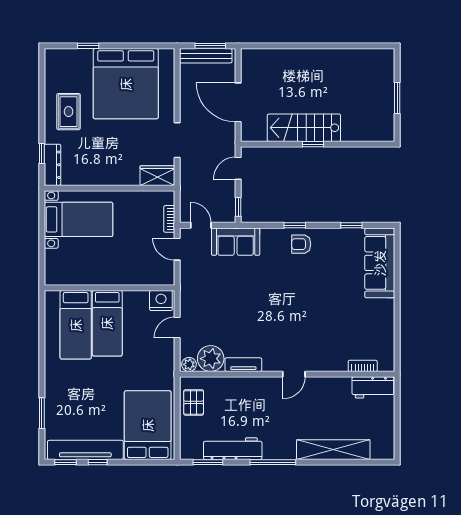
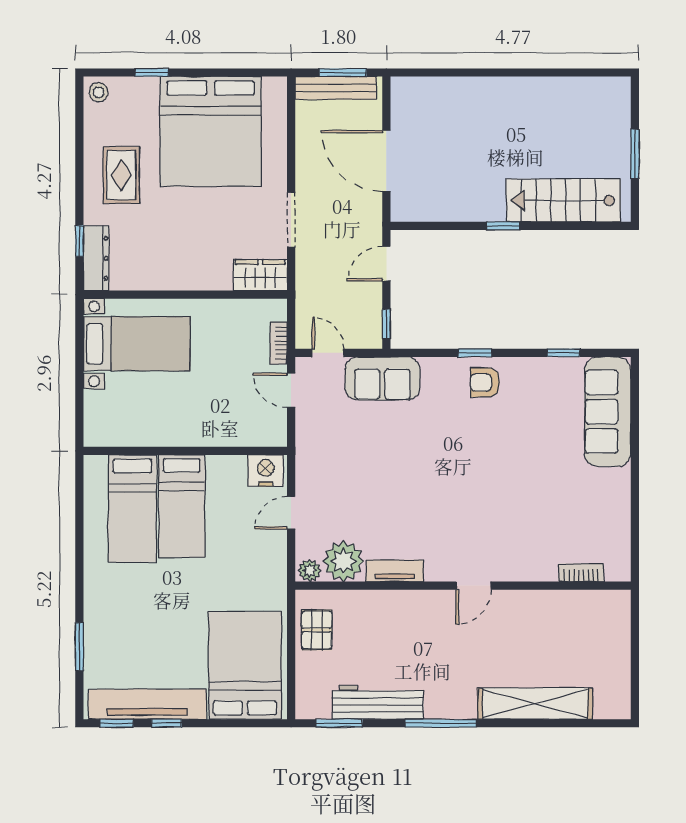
stool: (54, 59) -> (99, 92), added
stairs: (304, 128) -> (563, 200), moved
workbench: (373, 387) -> (597, 606), removed

